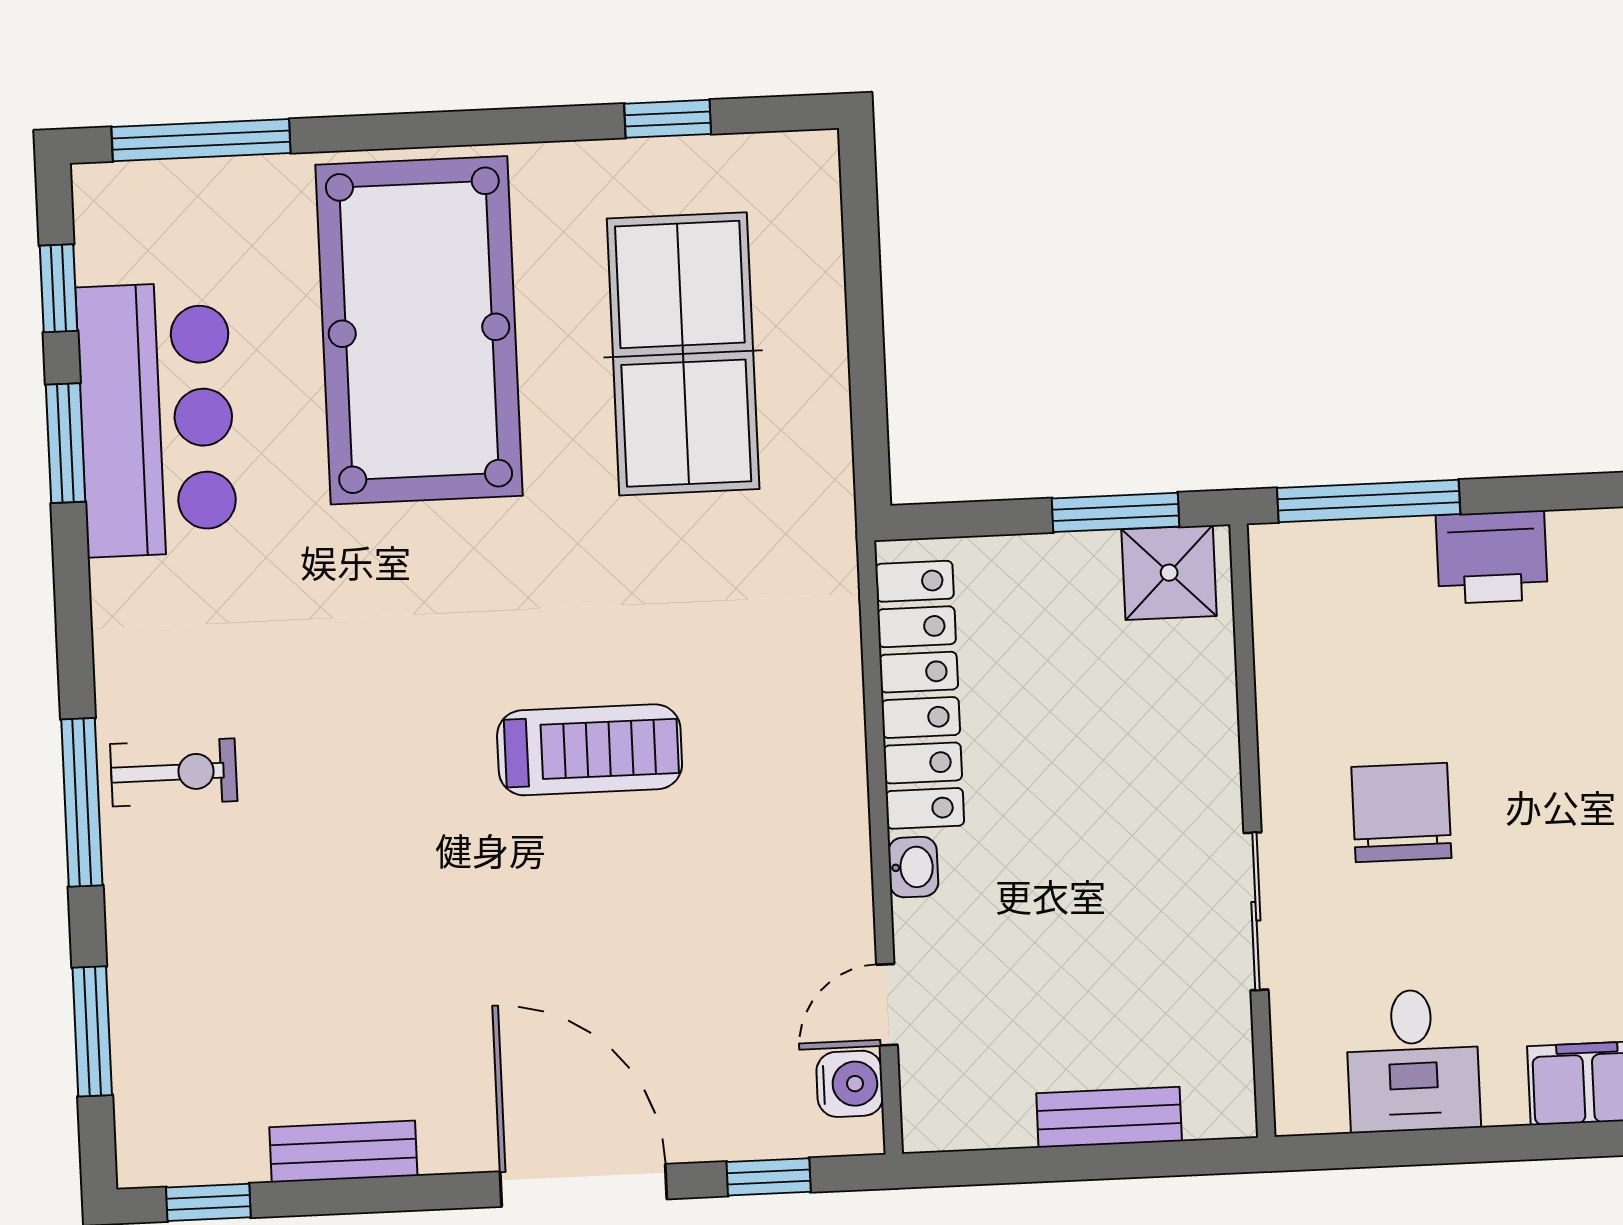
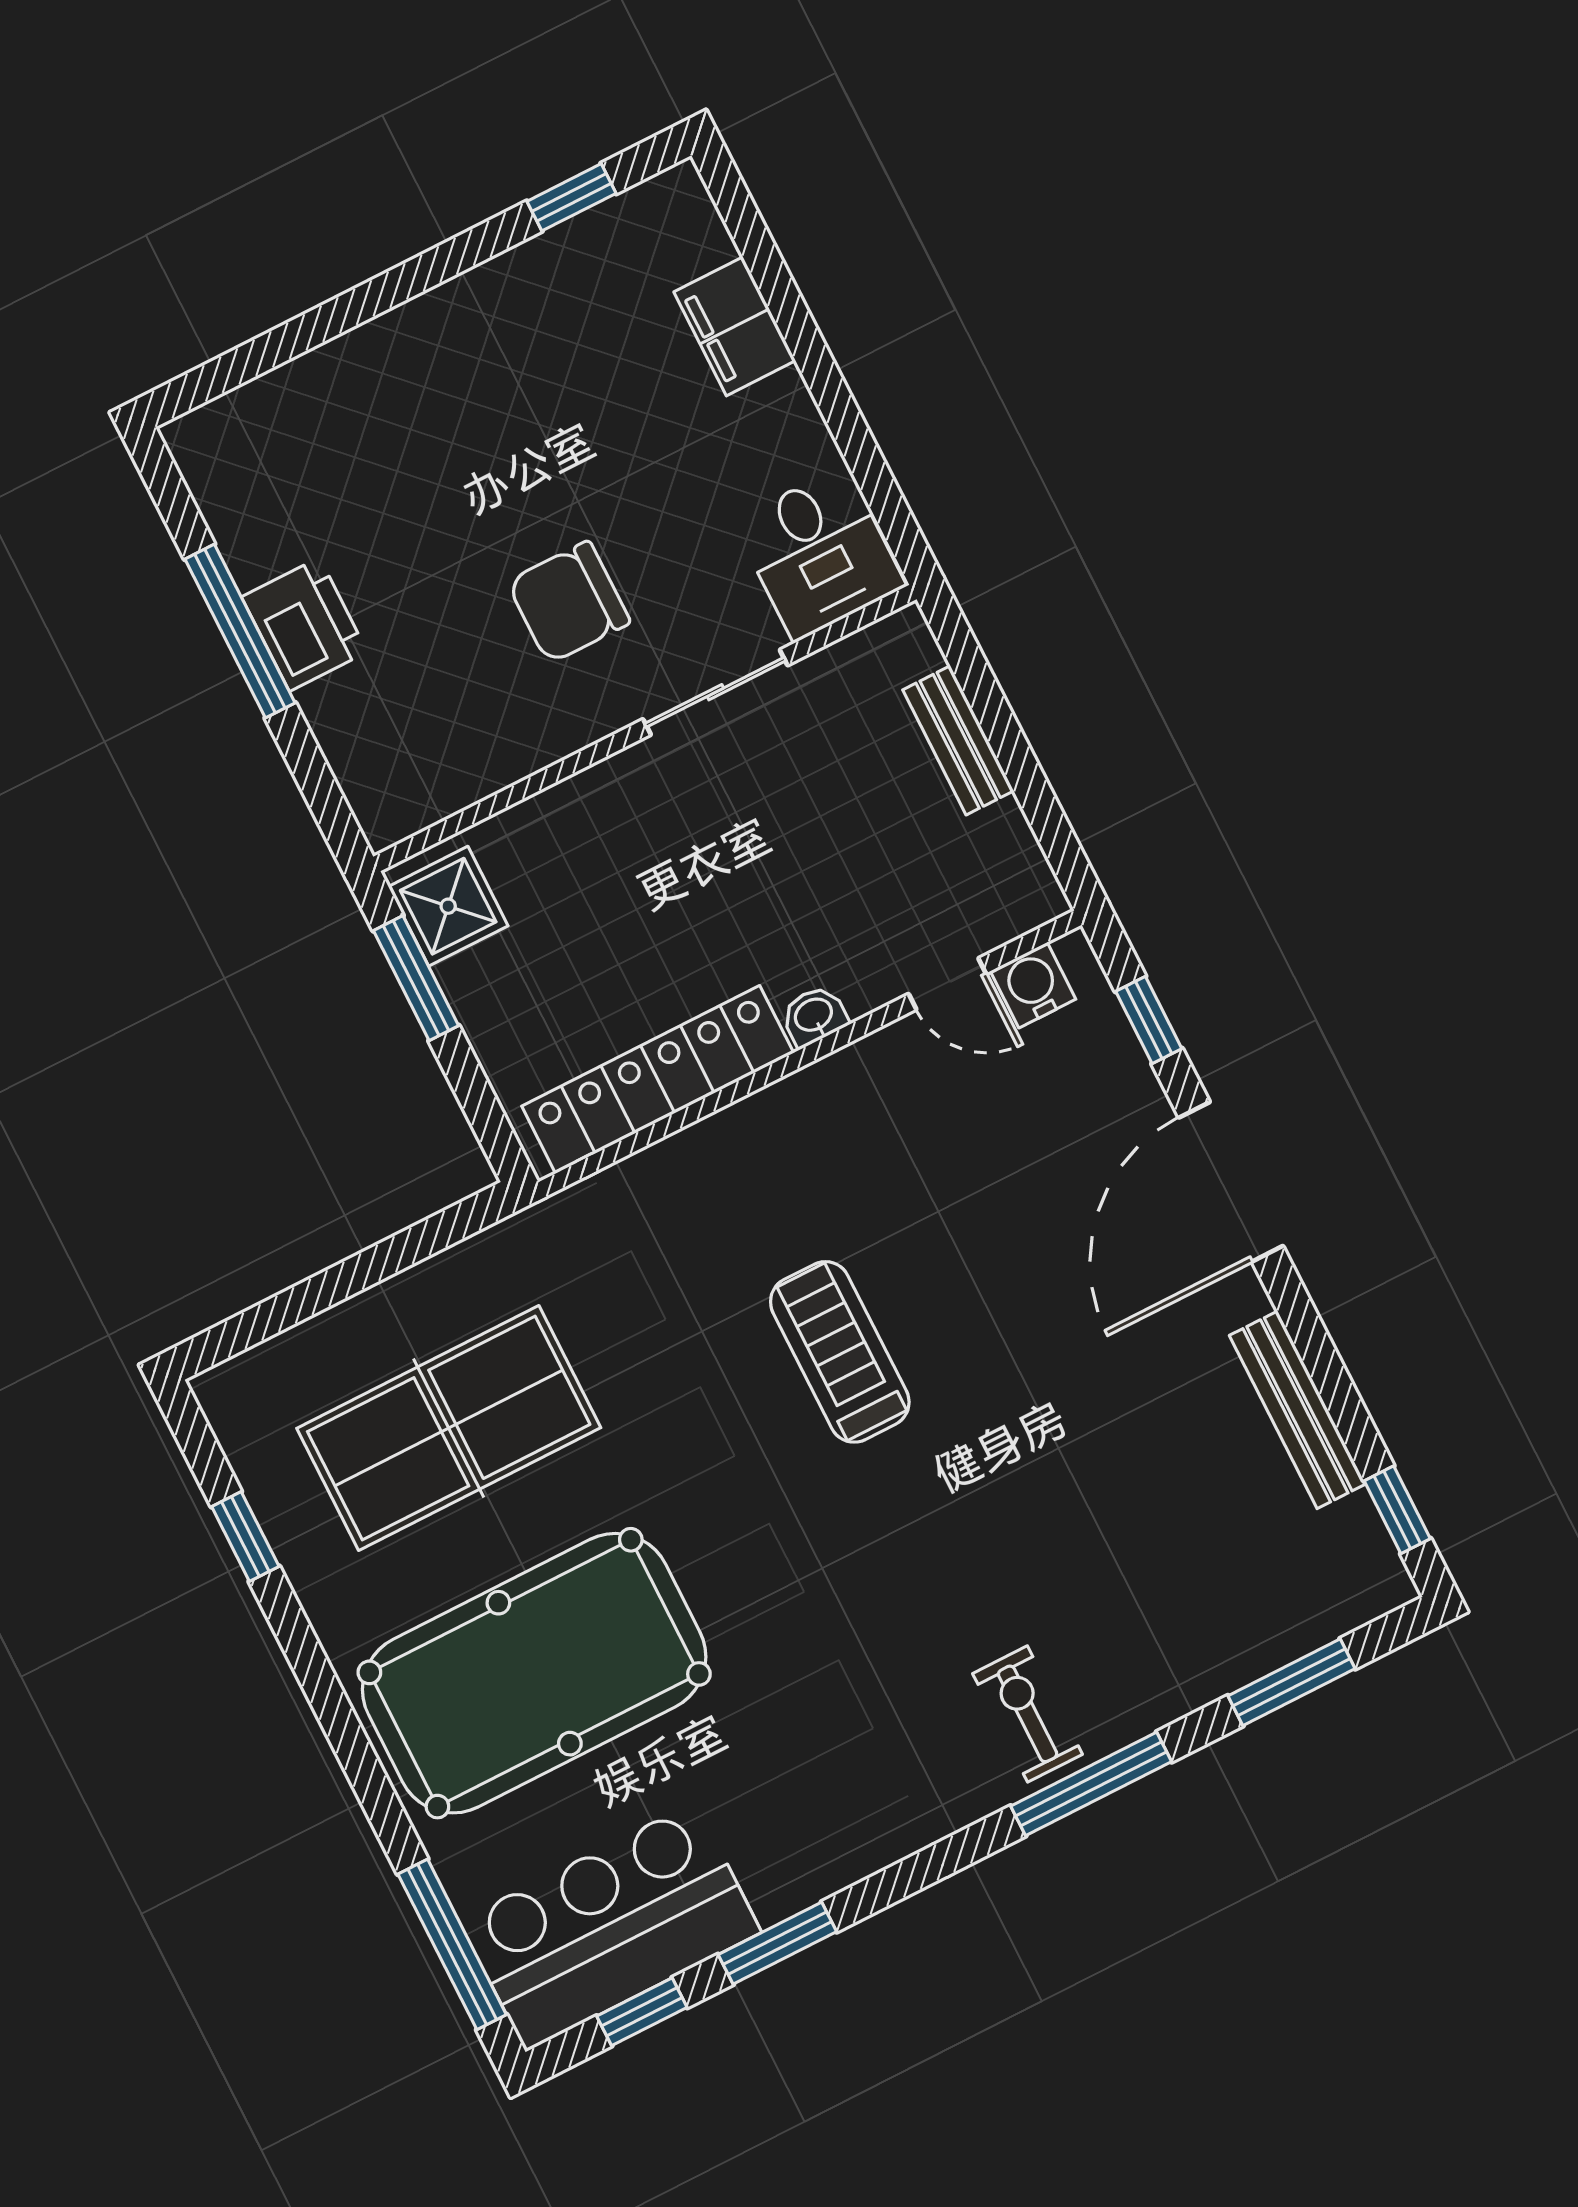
bar counter: (157, 419) -> (610, 1927), moved
window: (1369, 501) -> (240, 631), moved
desk: (1413, 1060) -> (819, 553), moved, turned 90
bench: (343, 1151) -> (1297, 1410), width x1.36

